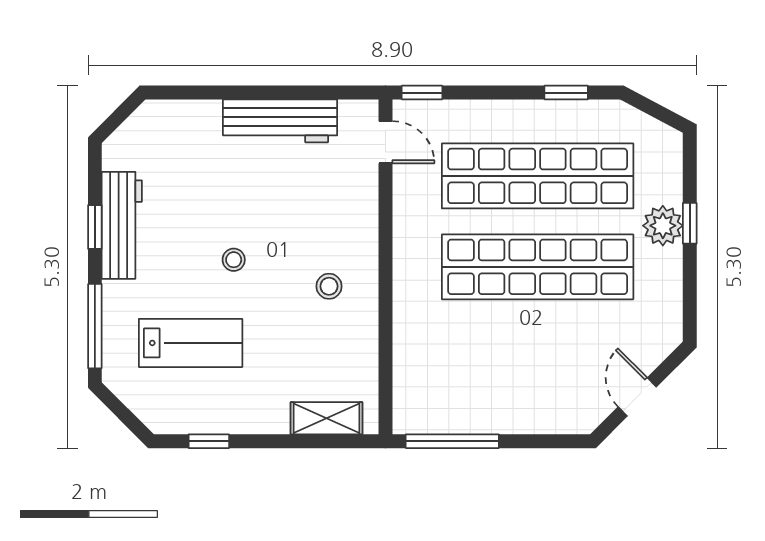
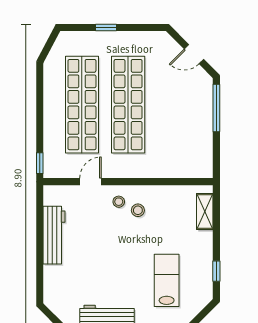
window: (566, 93) -> (40, 90), removed
door: (385, 142) -> (91, 182), moved
plant: (663, 226) -> (107, 41), removed
stool: (234, 260) -> (119, 202), moved
window: (452, 441) -> (216, 108), moved

